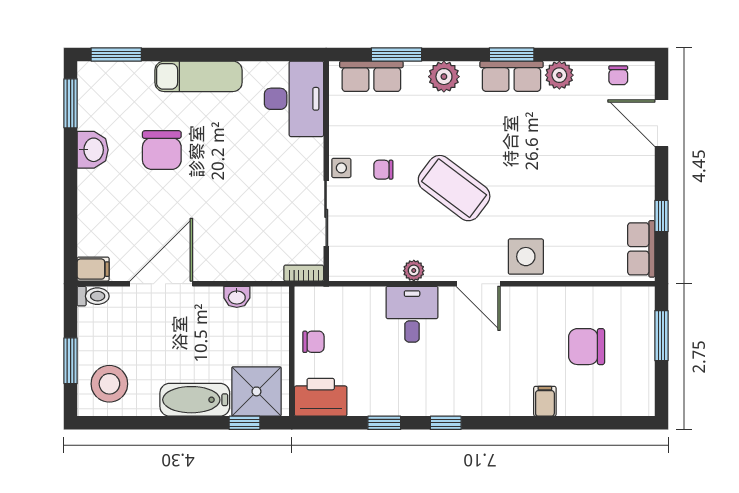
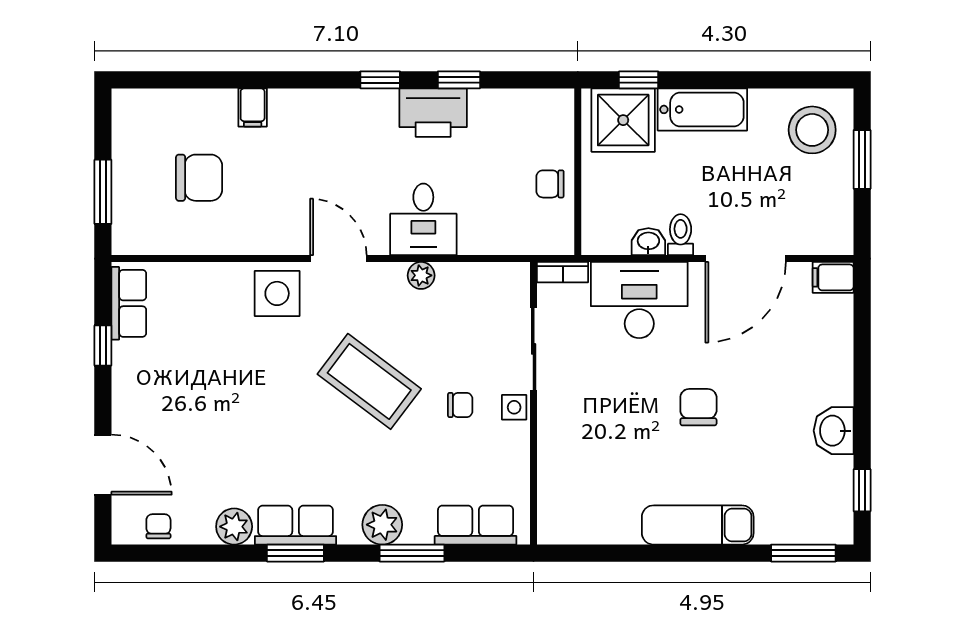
window: (396, 54) -> (412, 553), moved
desk: (294, 99) -> (639, 300), moved, turned 90
window: (71, 103) -> (862, 490), width x0.67
chair: (162, 150) -> (698, 407), moved, width x0.73, depth x0.73
toilet: (93, 296) -> (681, 235), moved, turned 90
printer: (321, 397) -> (433, 113), moved

